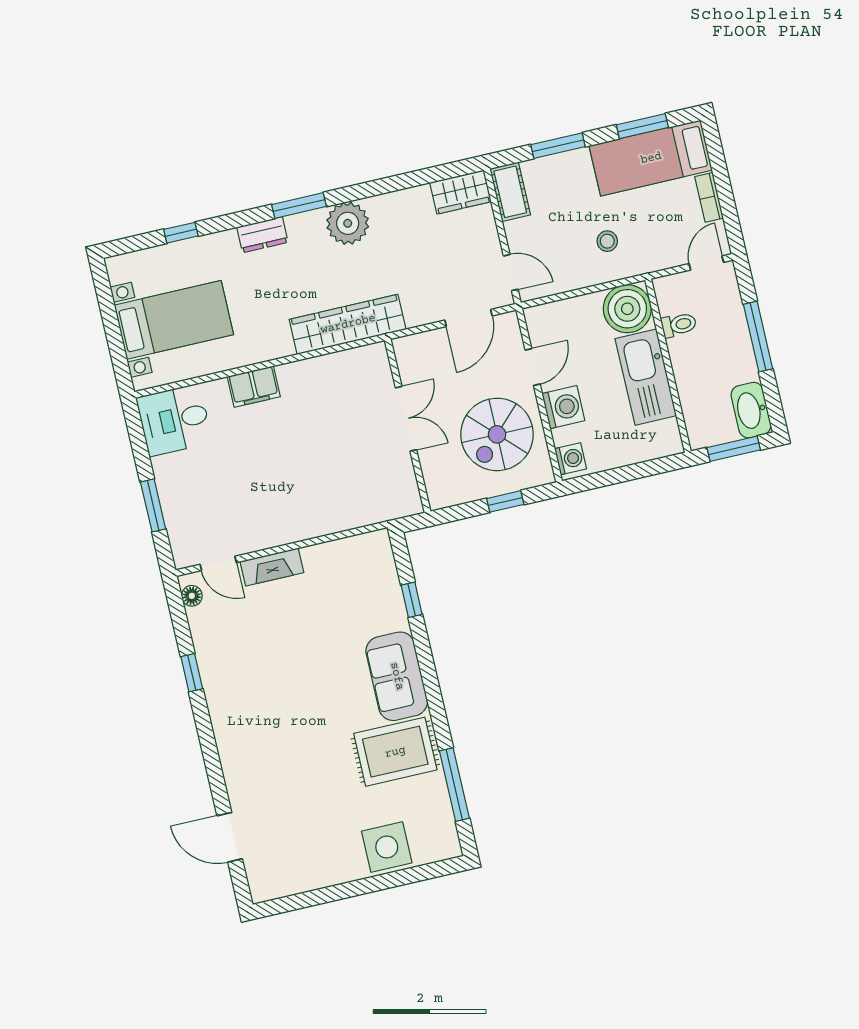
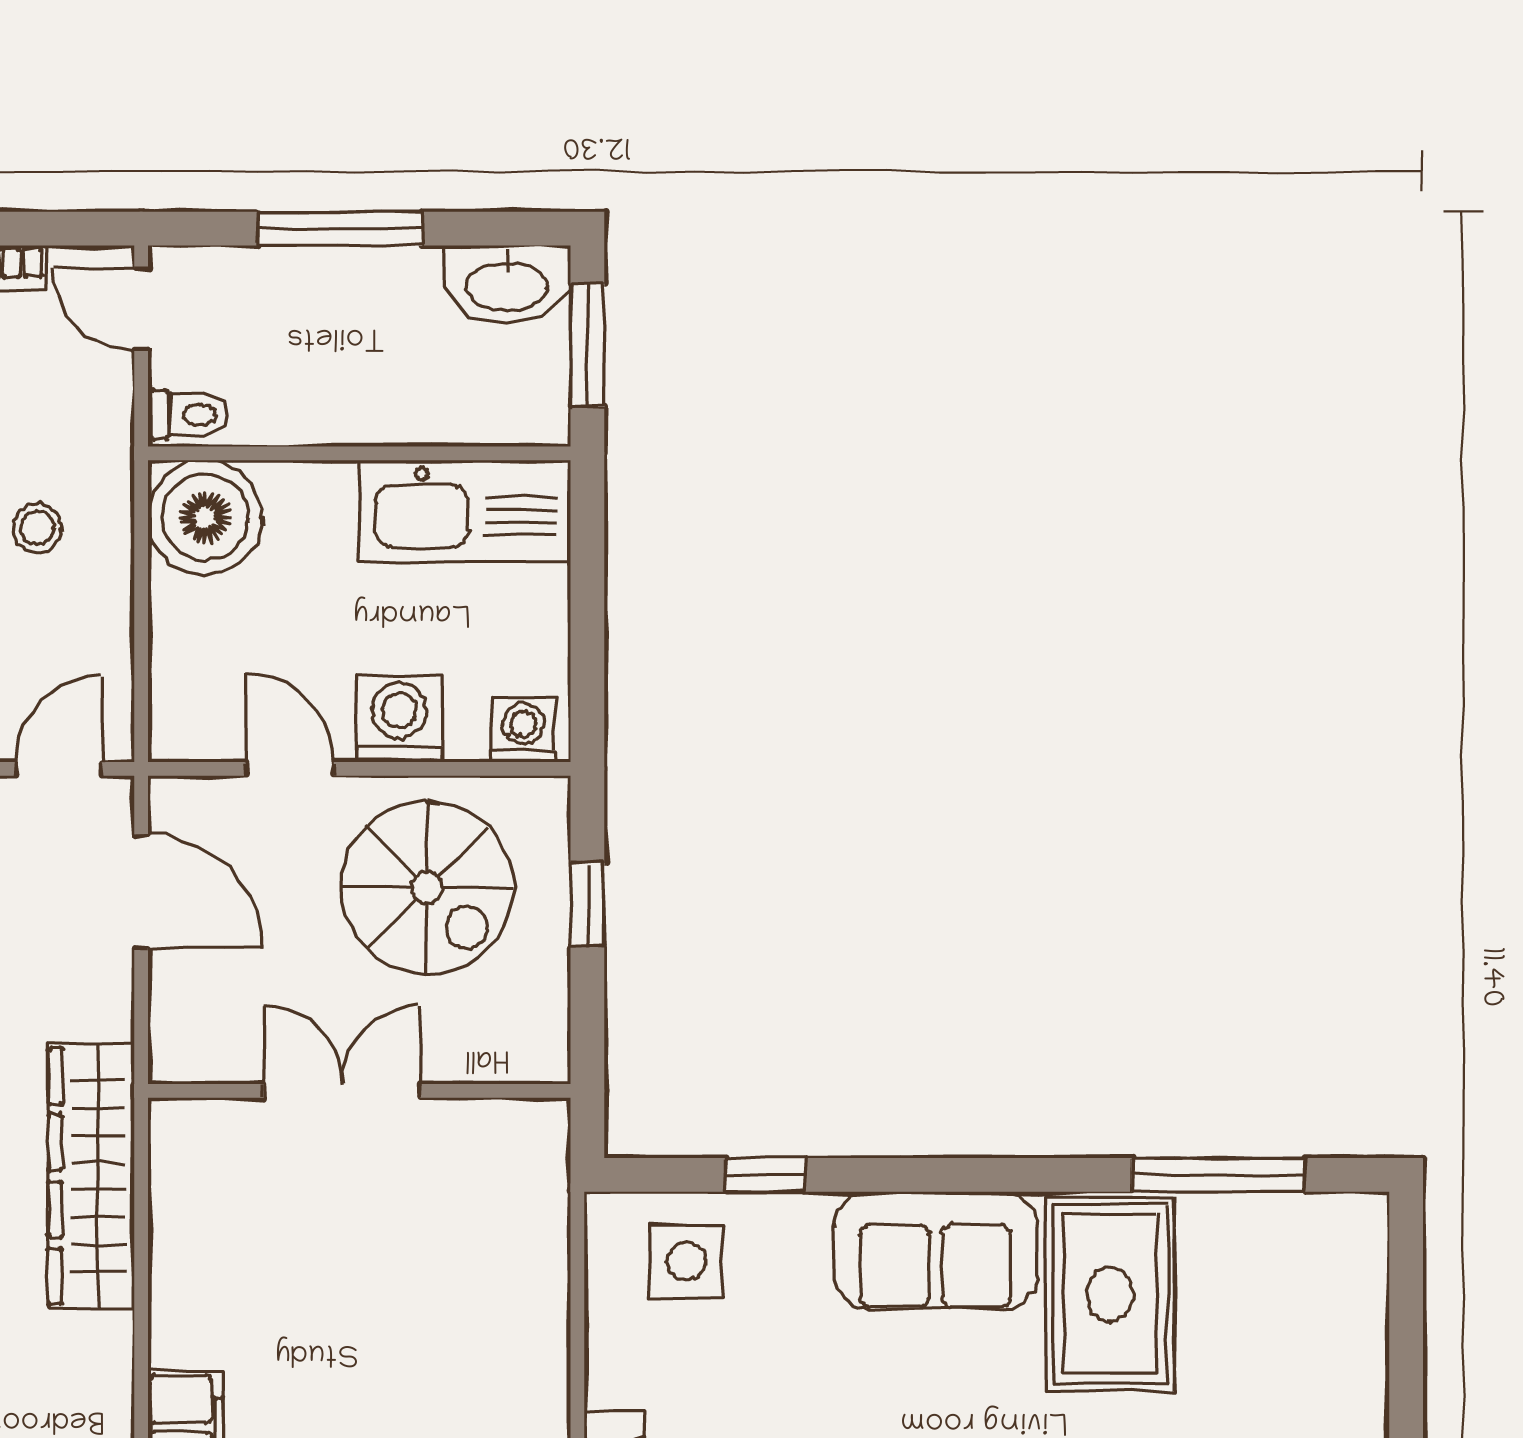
toilet: (679, 325) -> (188, 415), moved, turned 90
kitchen sink: (646, 377) -> (464, 511), moved
side table: (387, 847) -> (686, 1261), moved, width x0.73, depth x0.73

